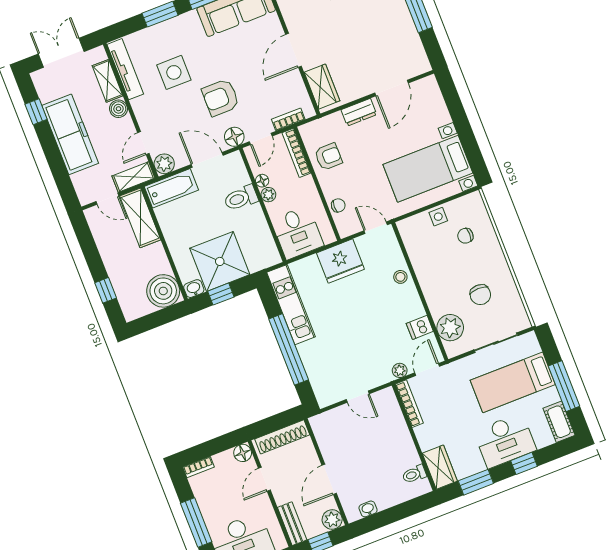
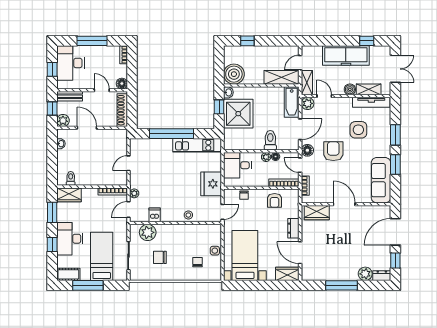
wardrobe: (431, 95) -> (287, 274), added
door: (427, 370) -> (128, 210), swing flipped

